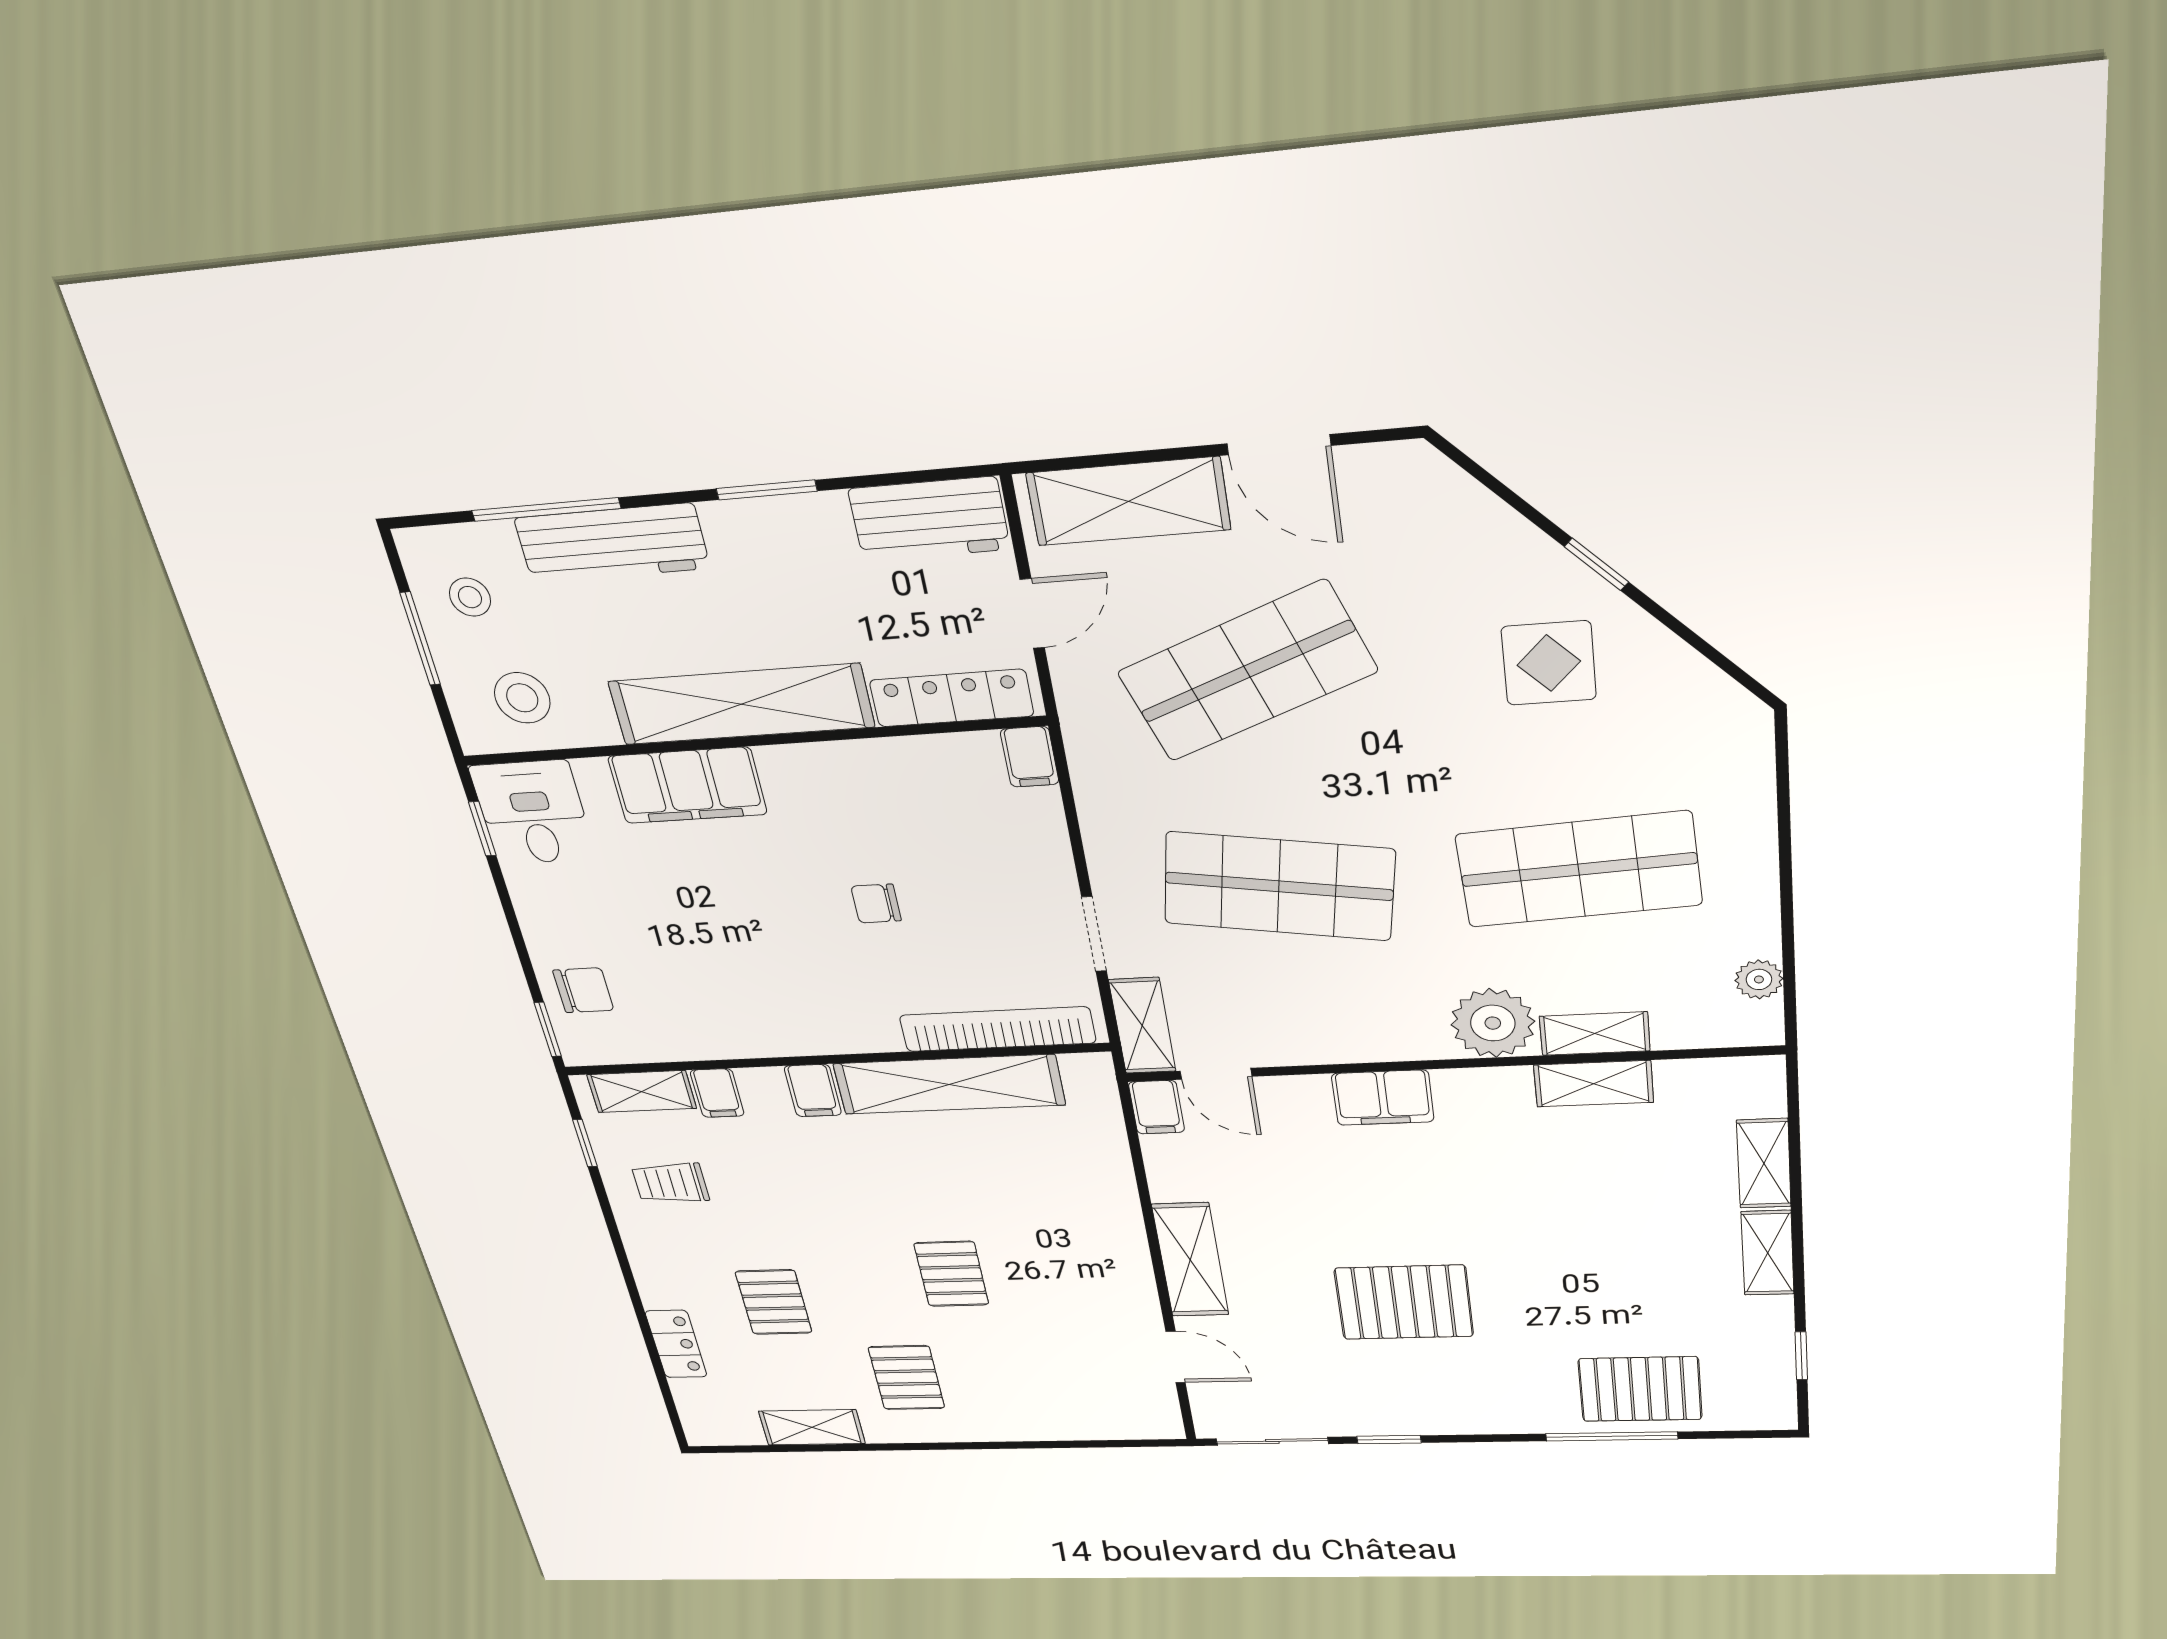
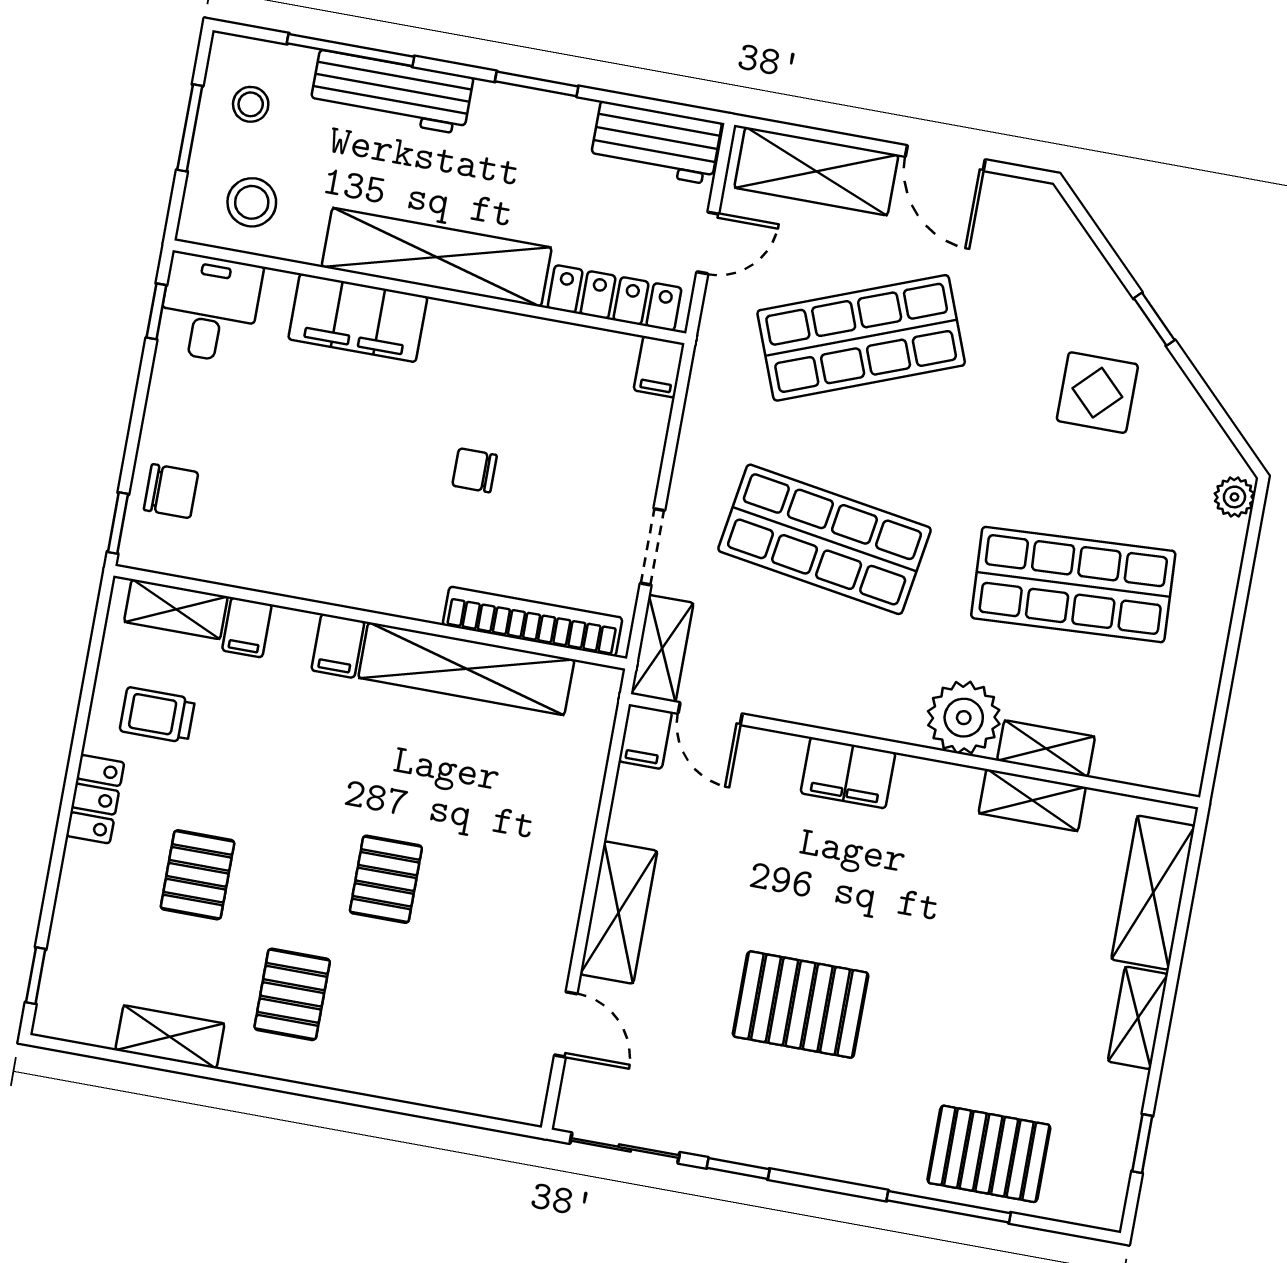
plant: (1759, 979) -> (1234, 497), moved
window: (585, 1143) -> (36, 976), moved
shelving: (1764, 1163) -> (1153, 893), width x1.50, depth x1.33
locker: (676, 1344) -> (95, 799), moved

